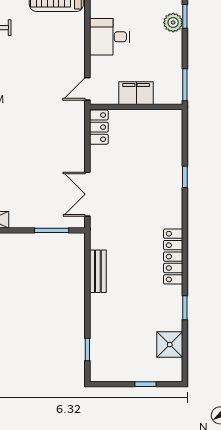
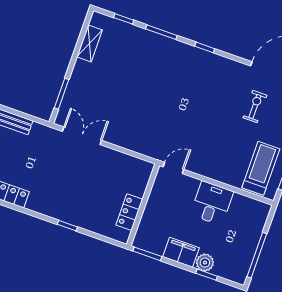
door: (87, 89) -> (173, 168), hinge flipped
filing cabinet: (136, 93) -> (181, 252), moved, turned -90
locker: (99, 127) -> (129, 212), moved, turned 90

